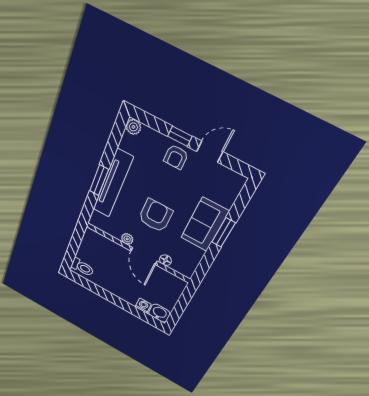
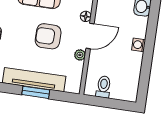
toilet: (82, 267) -> (104, 87), moved
washing machine: (143, 306) -> (139, 45), moved

